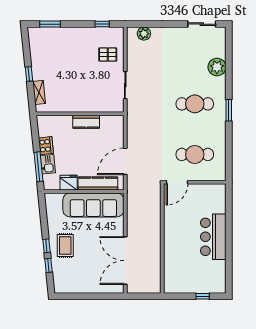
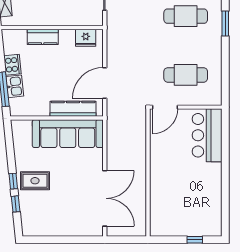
kitchen counter: (86, 122) -> (43, 37), moved
fridge: (69, 183) -> (86, 38), moved, turned 180
bar counter: (213, 237) -> (207, 135), moved
rug: (65, 245) -> (35, 181), turned 90
double door: (125, 261) -> (105, 198), swing flipped

